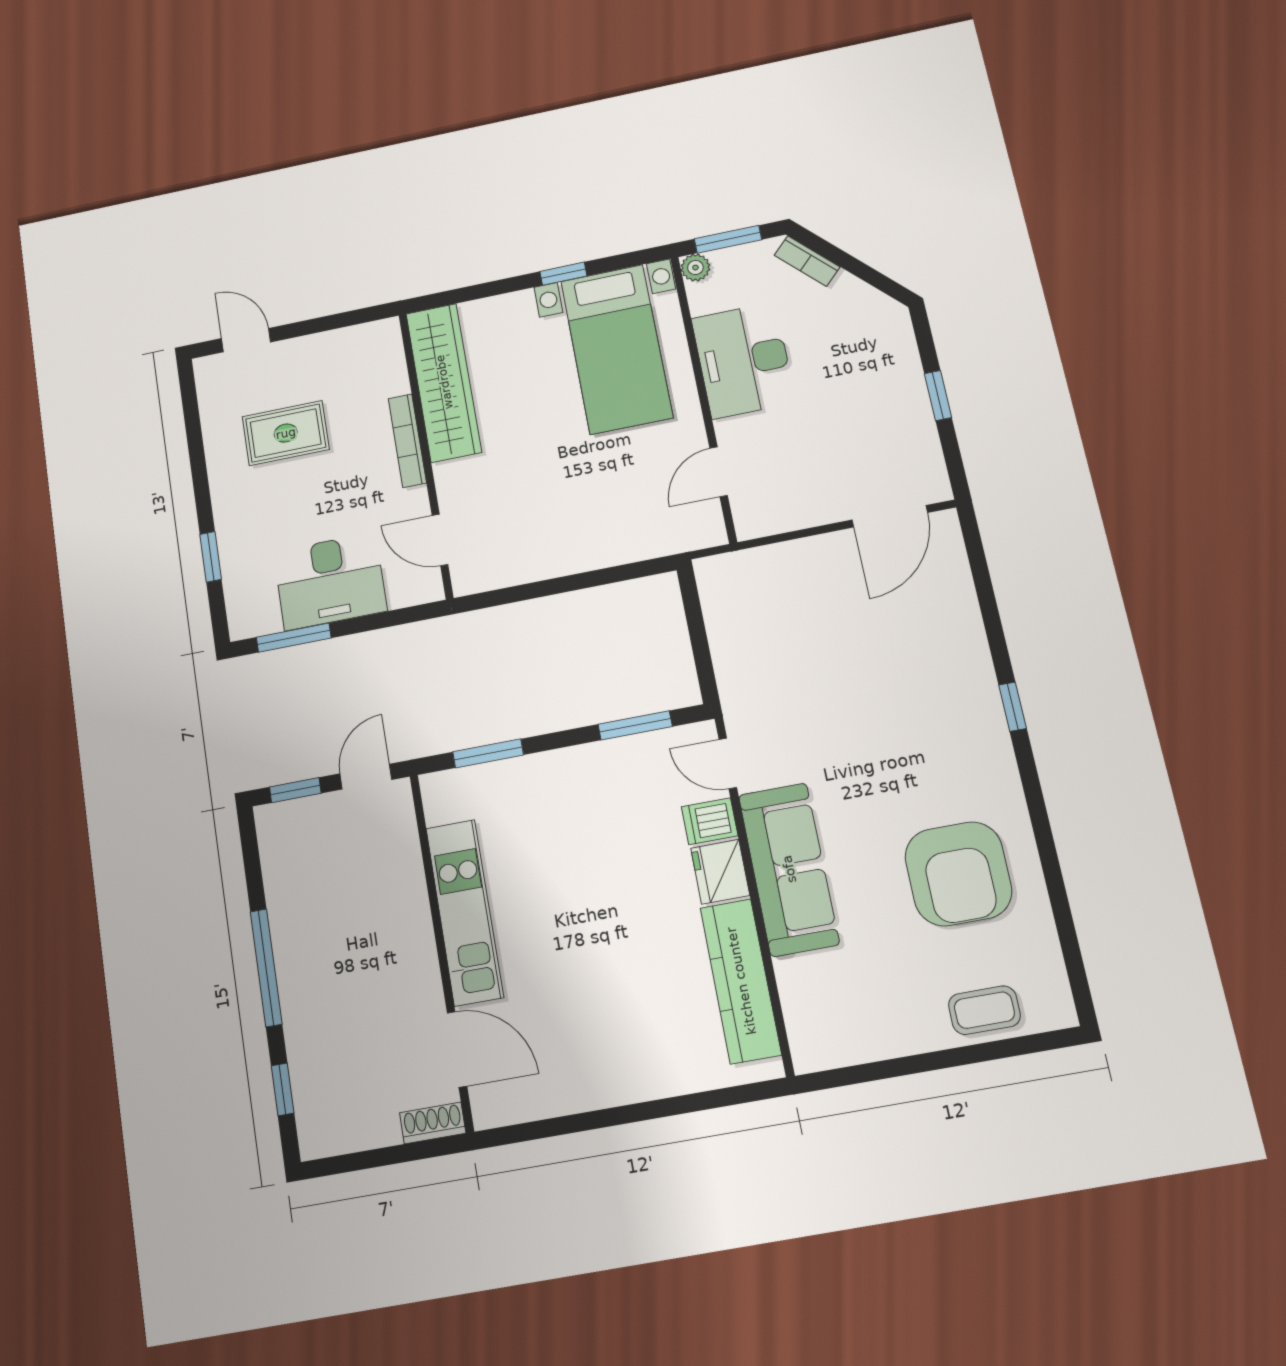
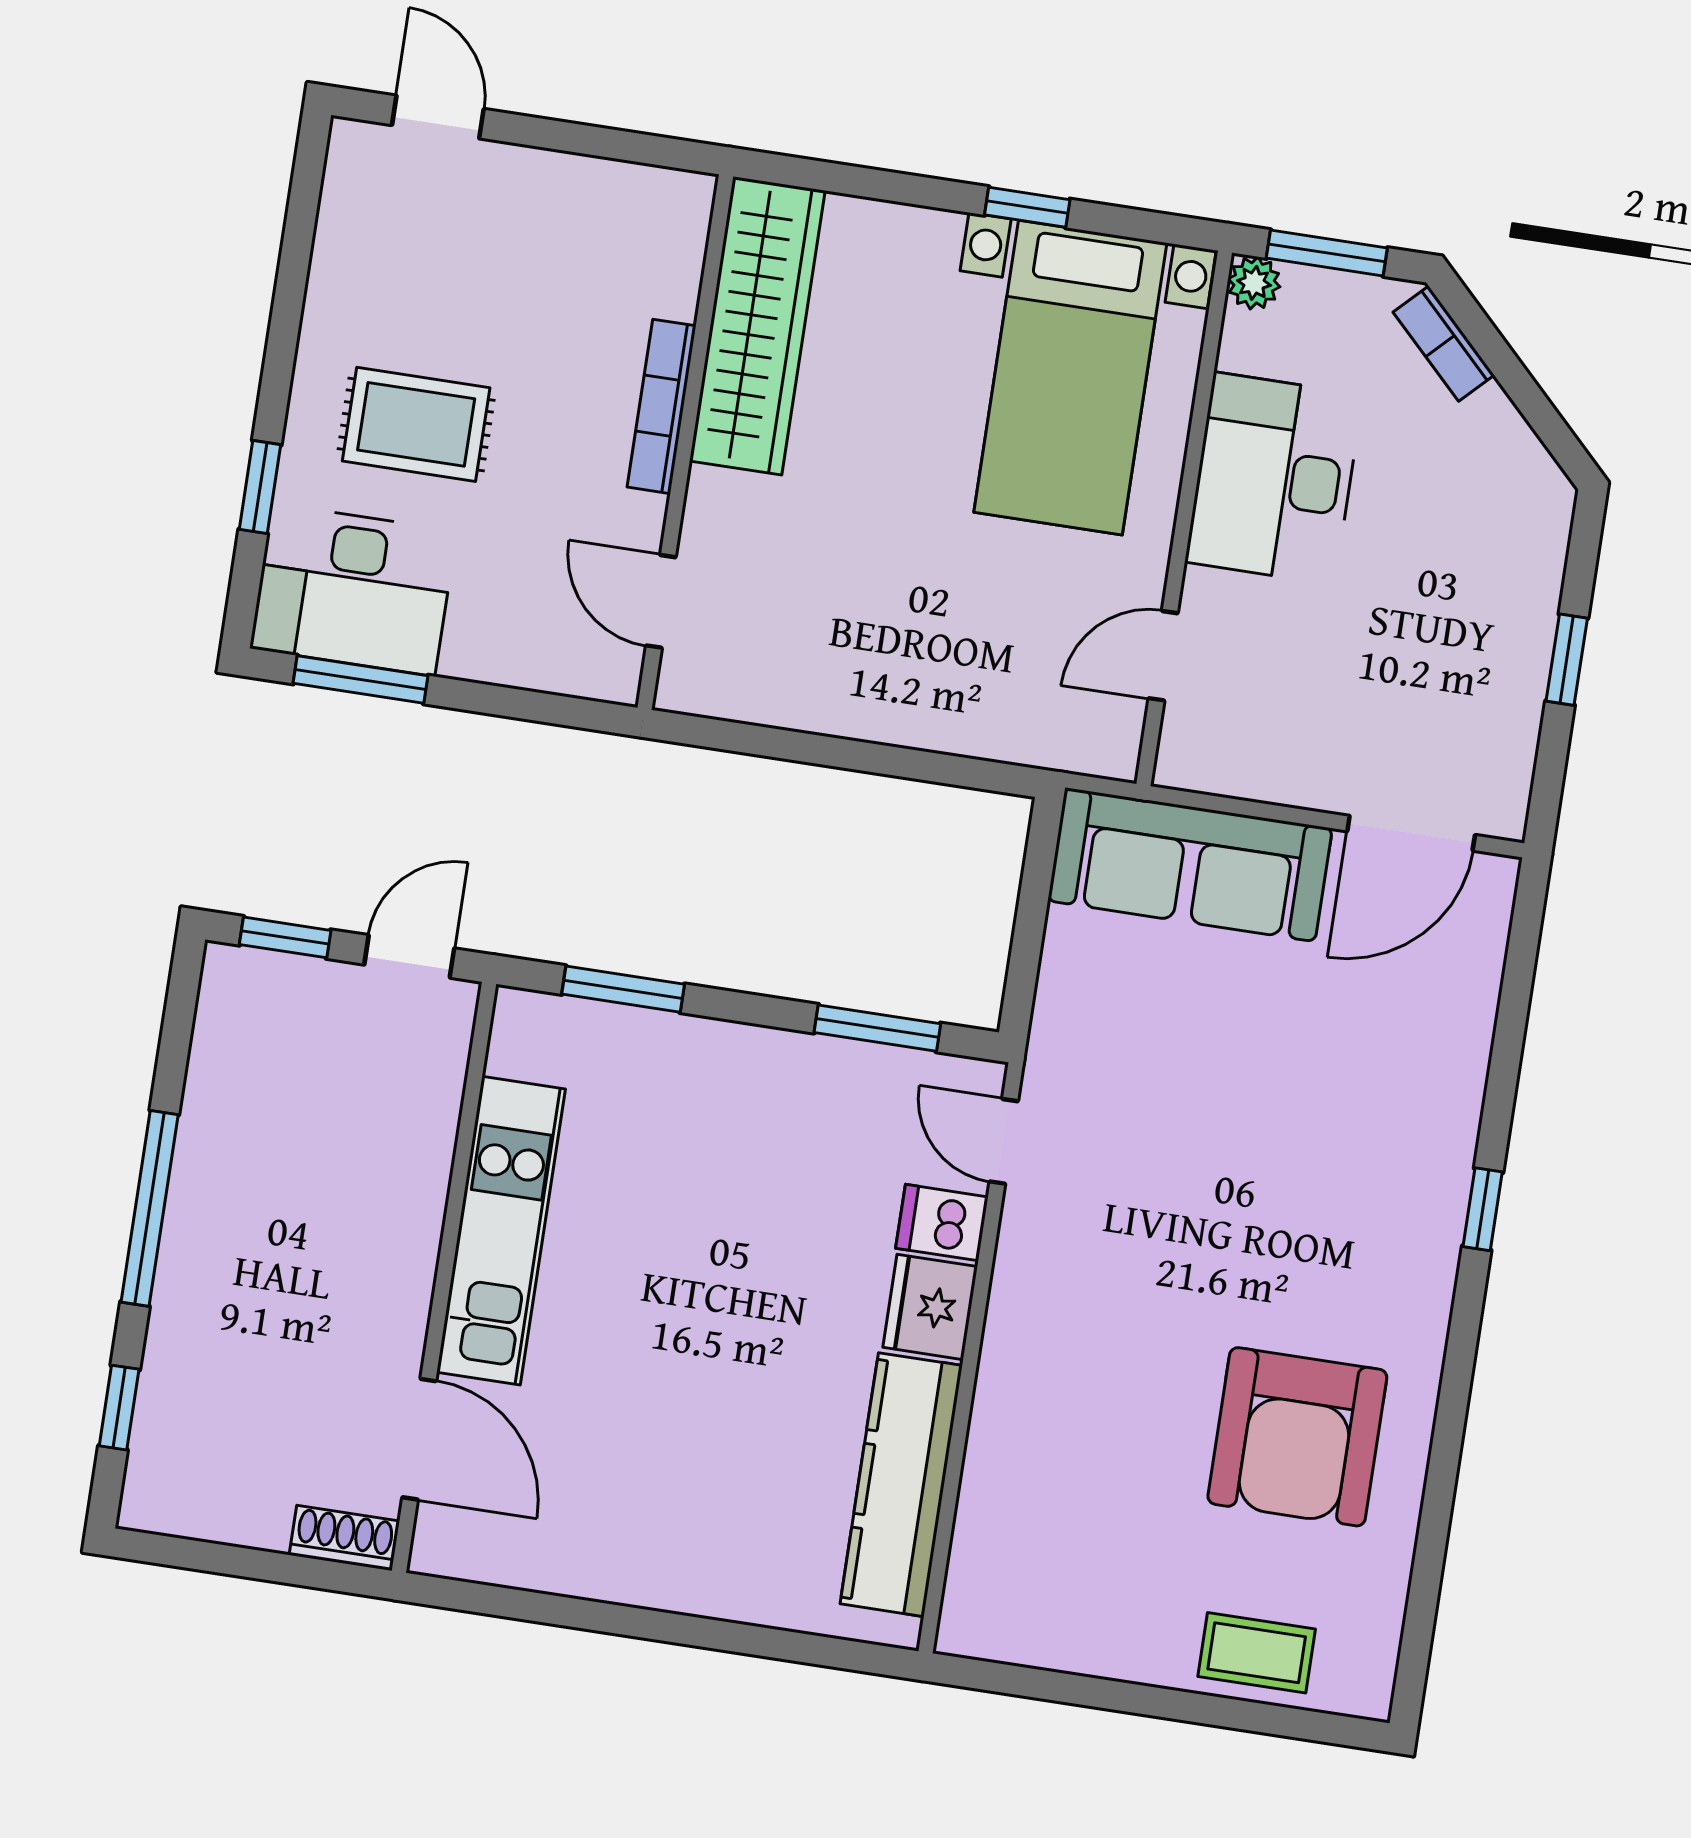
rug: (286, 433) -> (416, 424), moved
desk: (330, 581) -> (353, 590), moved
sofa: (789, 869) -> (1190, 865), moved, turned 90

